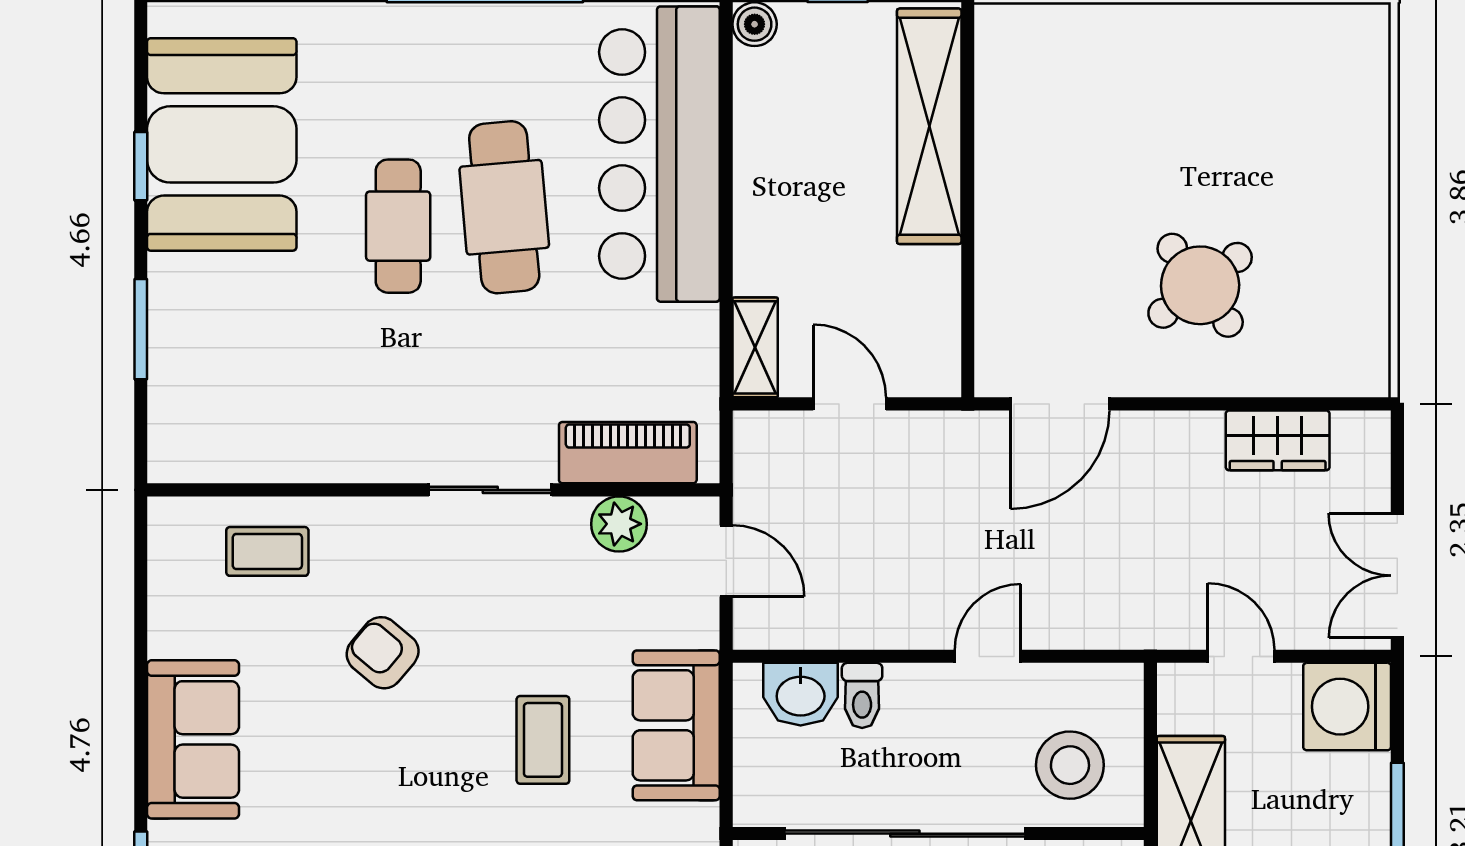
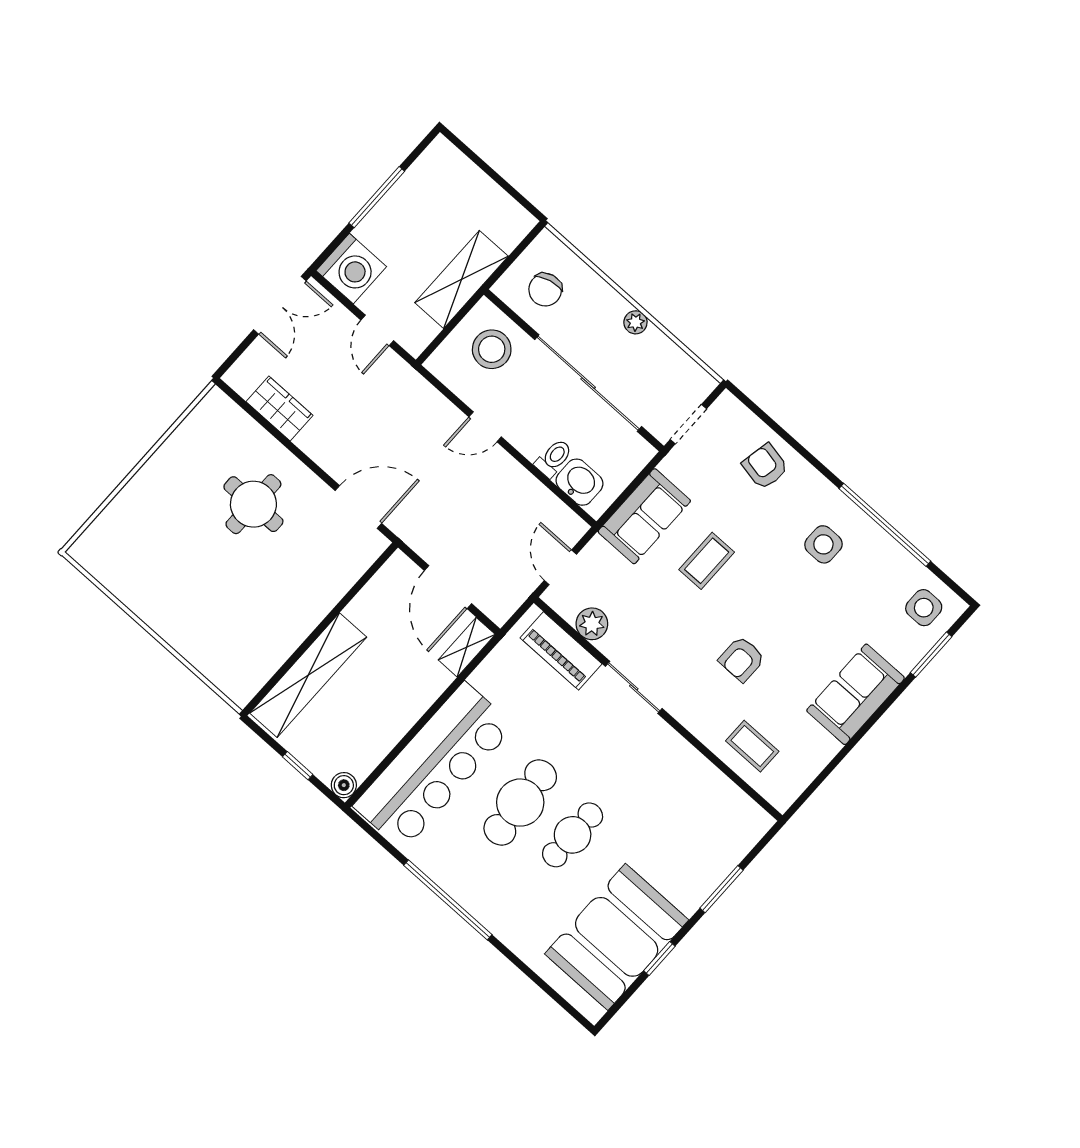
round table: (1200, 285) -> (253, 504), turned 37
door: (850, 404) -> (448, 587), width x1.38
armchair: (383, 653) -> (742, 659), turned 50

